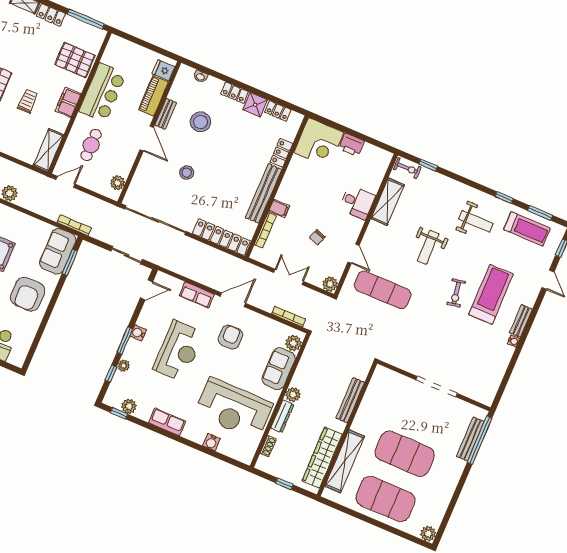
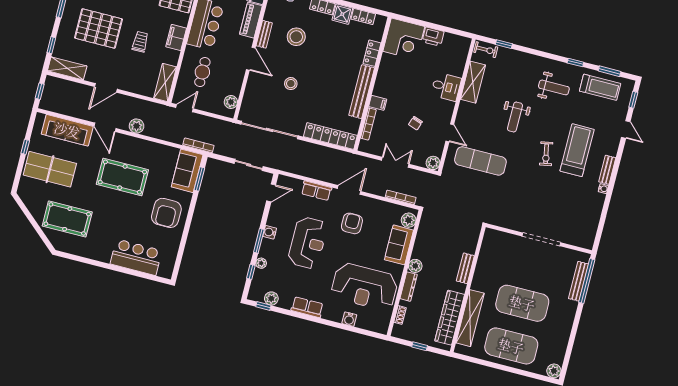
bench: (350, 400) -> (465, 268), width x0.73

